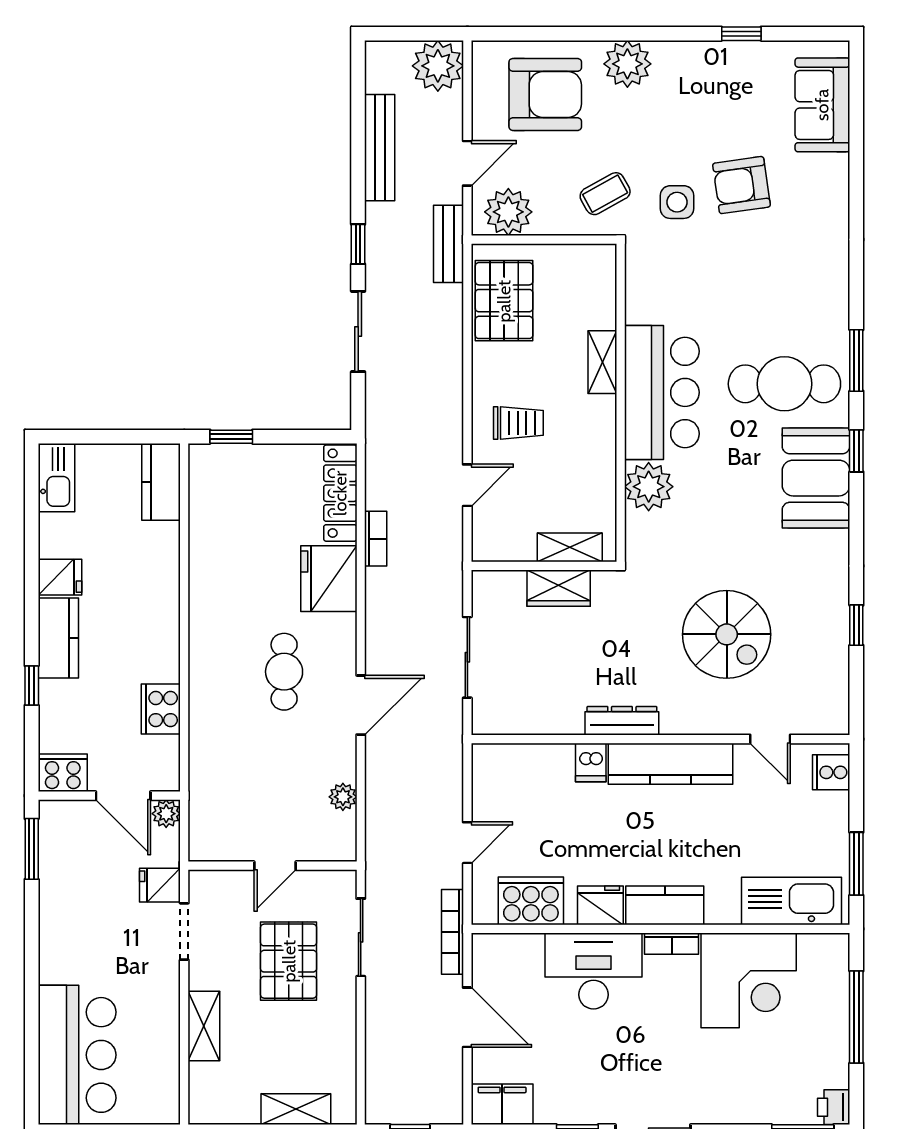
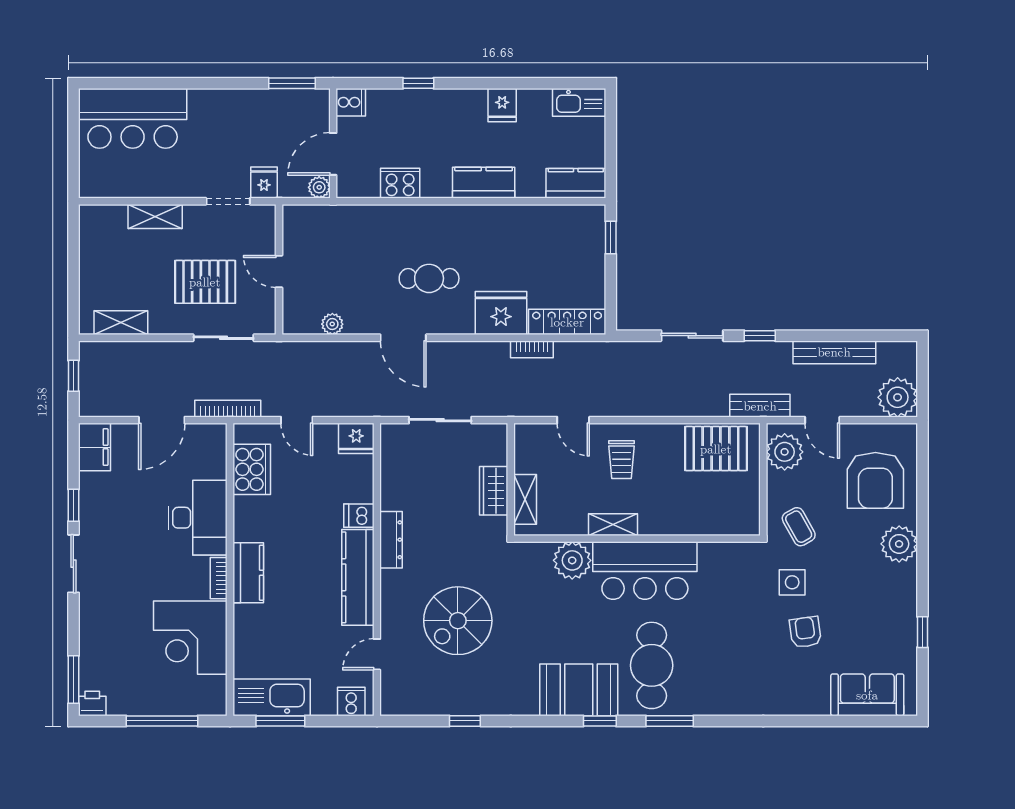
armchair: (742, 185) -> (805, 632), width x0.72, depth x0.72
shelving: (602, 362) -> (613, 525), moved
kitchen counter: (58, 638) -> (484, 183), moved, turned 180
cooker: (63, 773) -> (351, 102), width x0.73
kitchen sink: (792, 901) -> (272, 697), moved, turned -90
fridge: (600, 905) -> (356, 438), moved, turned 90
shelving: (296, 1109) -> (121, 323), moved, turned 90

